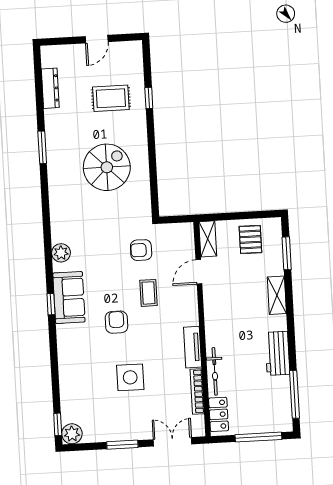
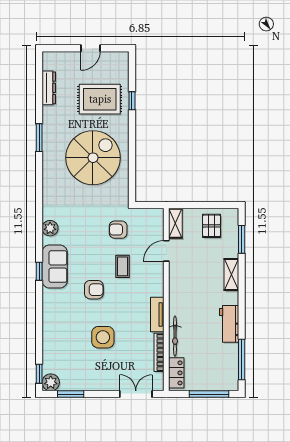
rug: (111, 98) -> (100, 99), width x1.36, depth x1.43
spiral stairs: (107, 167) -> (93, 158), width x1.37, depth x1.37
armchair: (116, 322) -> (94, 290), turned 90
window: (122, 445) -> (71, 394), moved

